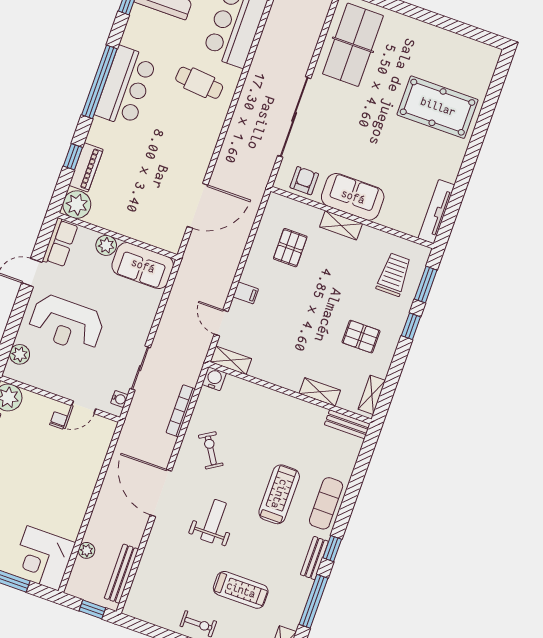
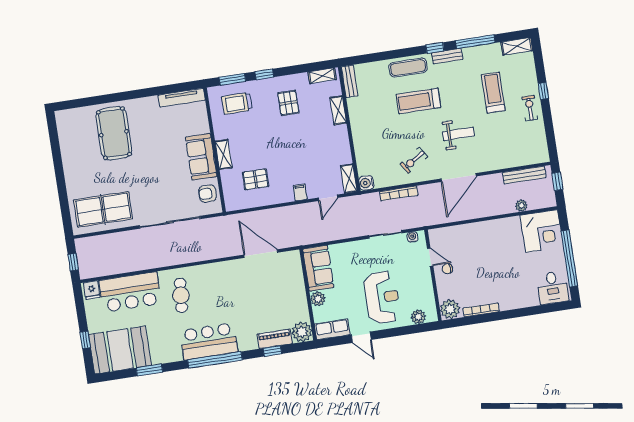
weight bench: (213, 521) -> (458, 134), turned 180

